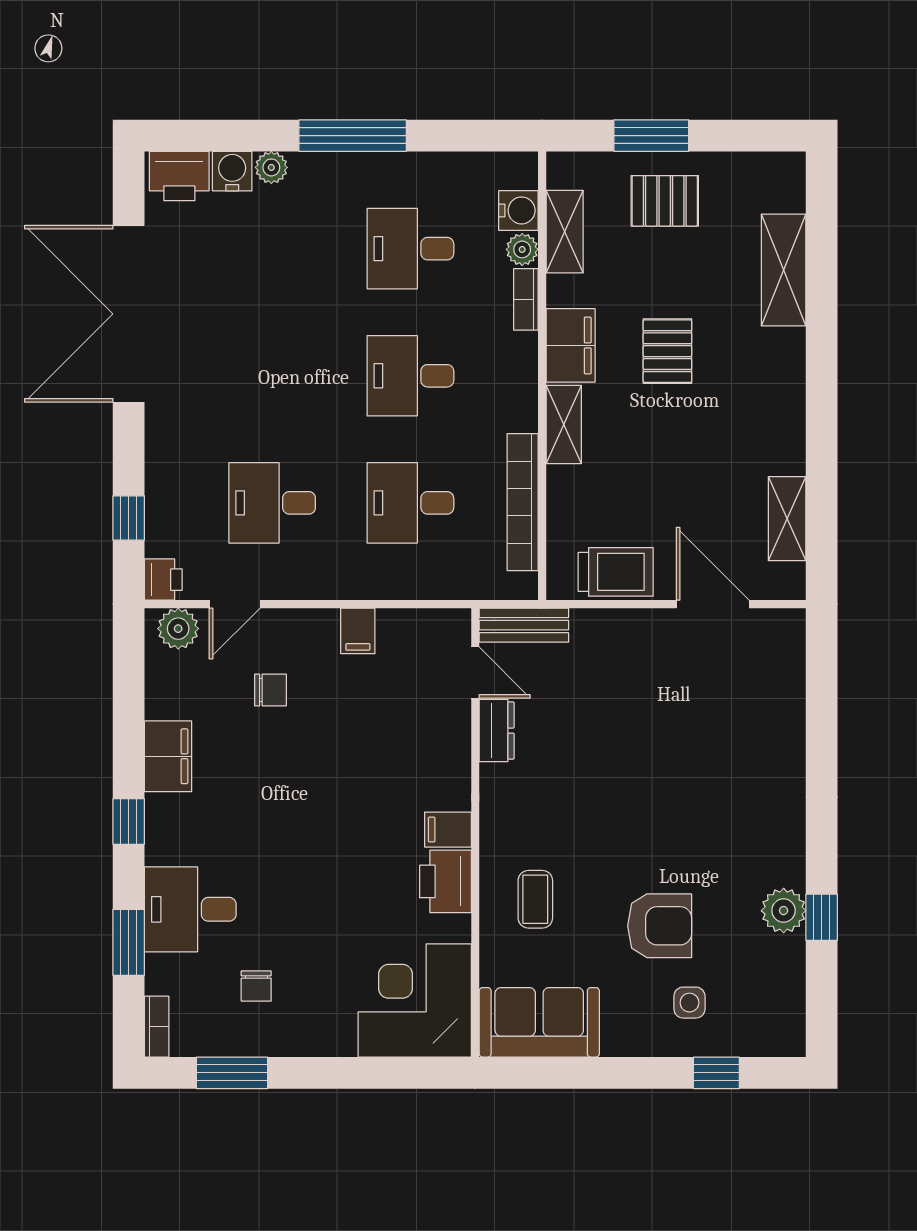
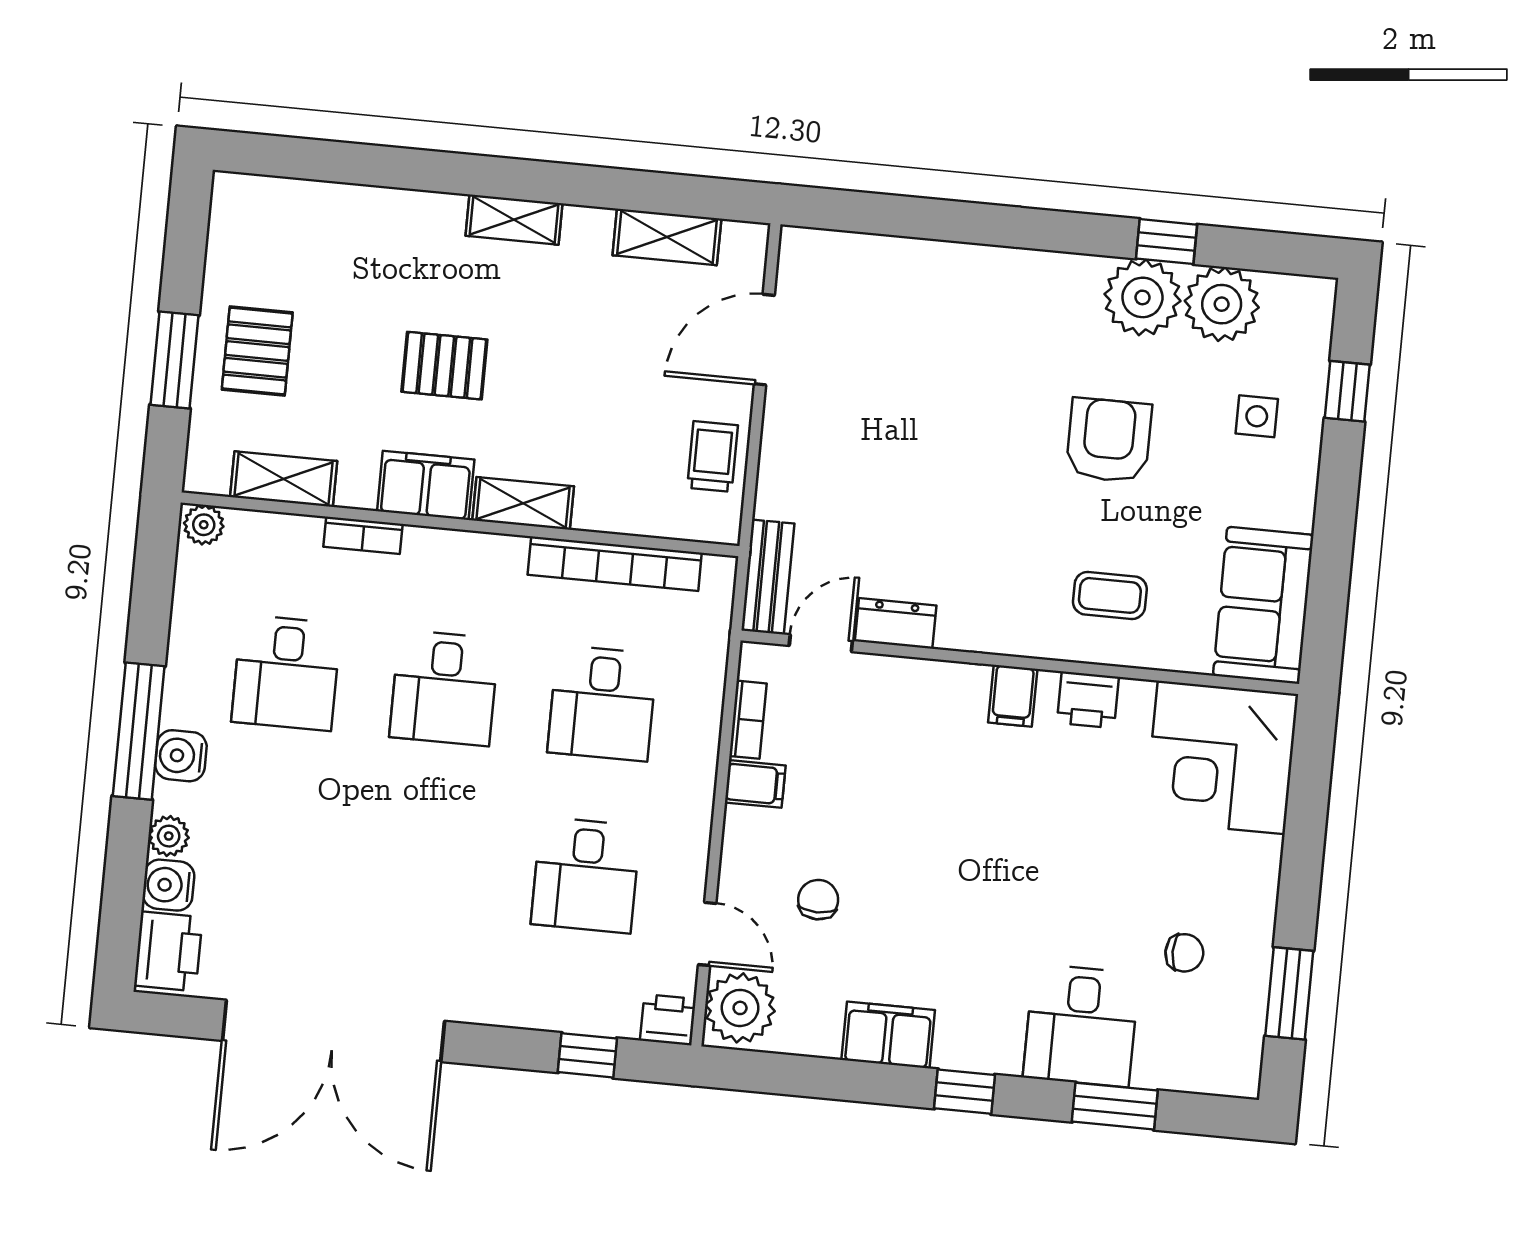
water cooler: (518, 210) -> (181, 756), moved, turned -90
plant: (522, 249) -> (204, 525), moved
shelving: (784, 270) -> (514, 220), moved, width x0.67, depth x0.75
trolley: (616, 572) -> (713, 456), width x0.73, depth x0.72
plant: (178, 629) -> (740, 1008), width x1.36, depth x1.36
printer: (445, 881) -> (1088, 700), width x0.73, depth x0.81
plant: (784, 911) -> (1142, 297), width x1.36, depth x1.36
armchair: (660, 926) -> (1109, 440), moved
plant: (776, 966) -> (1222, 304), added
bookcase: (157, 1027) -> (748, 720), moved, turned 90

